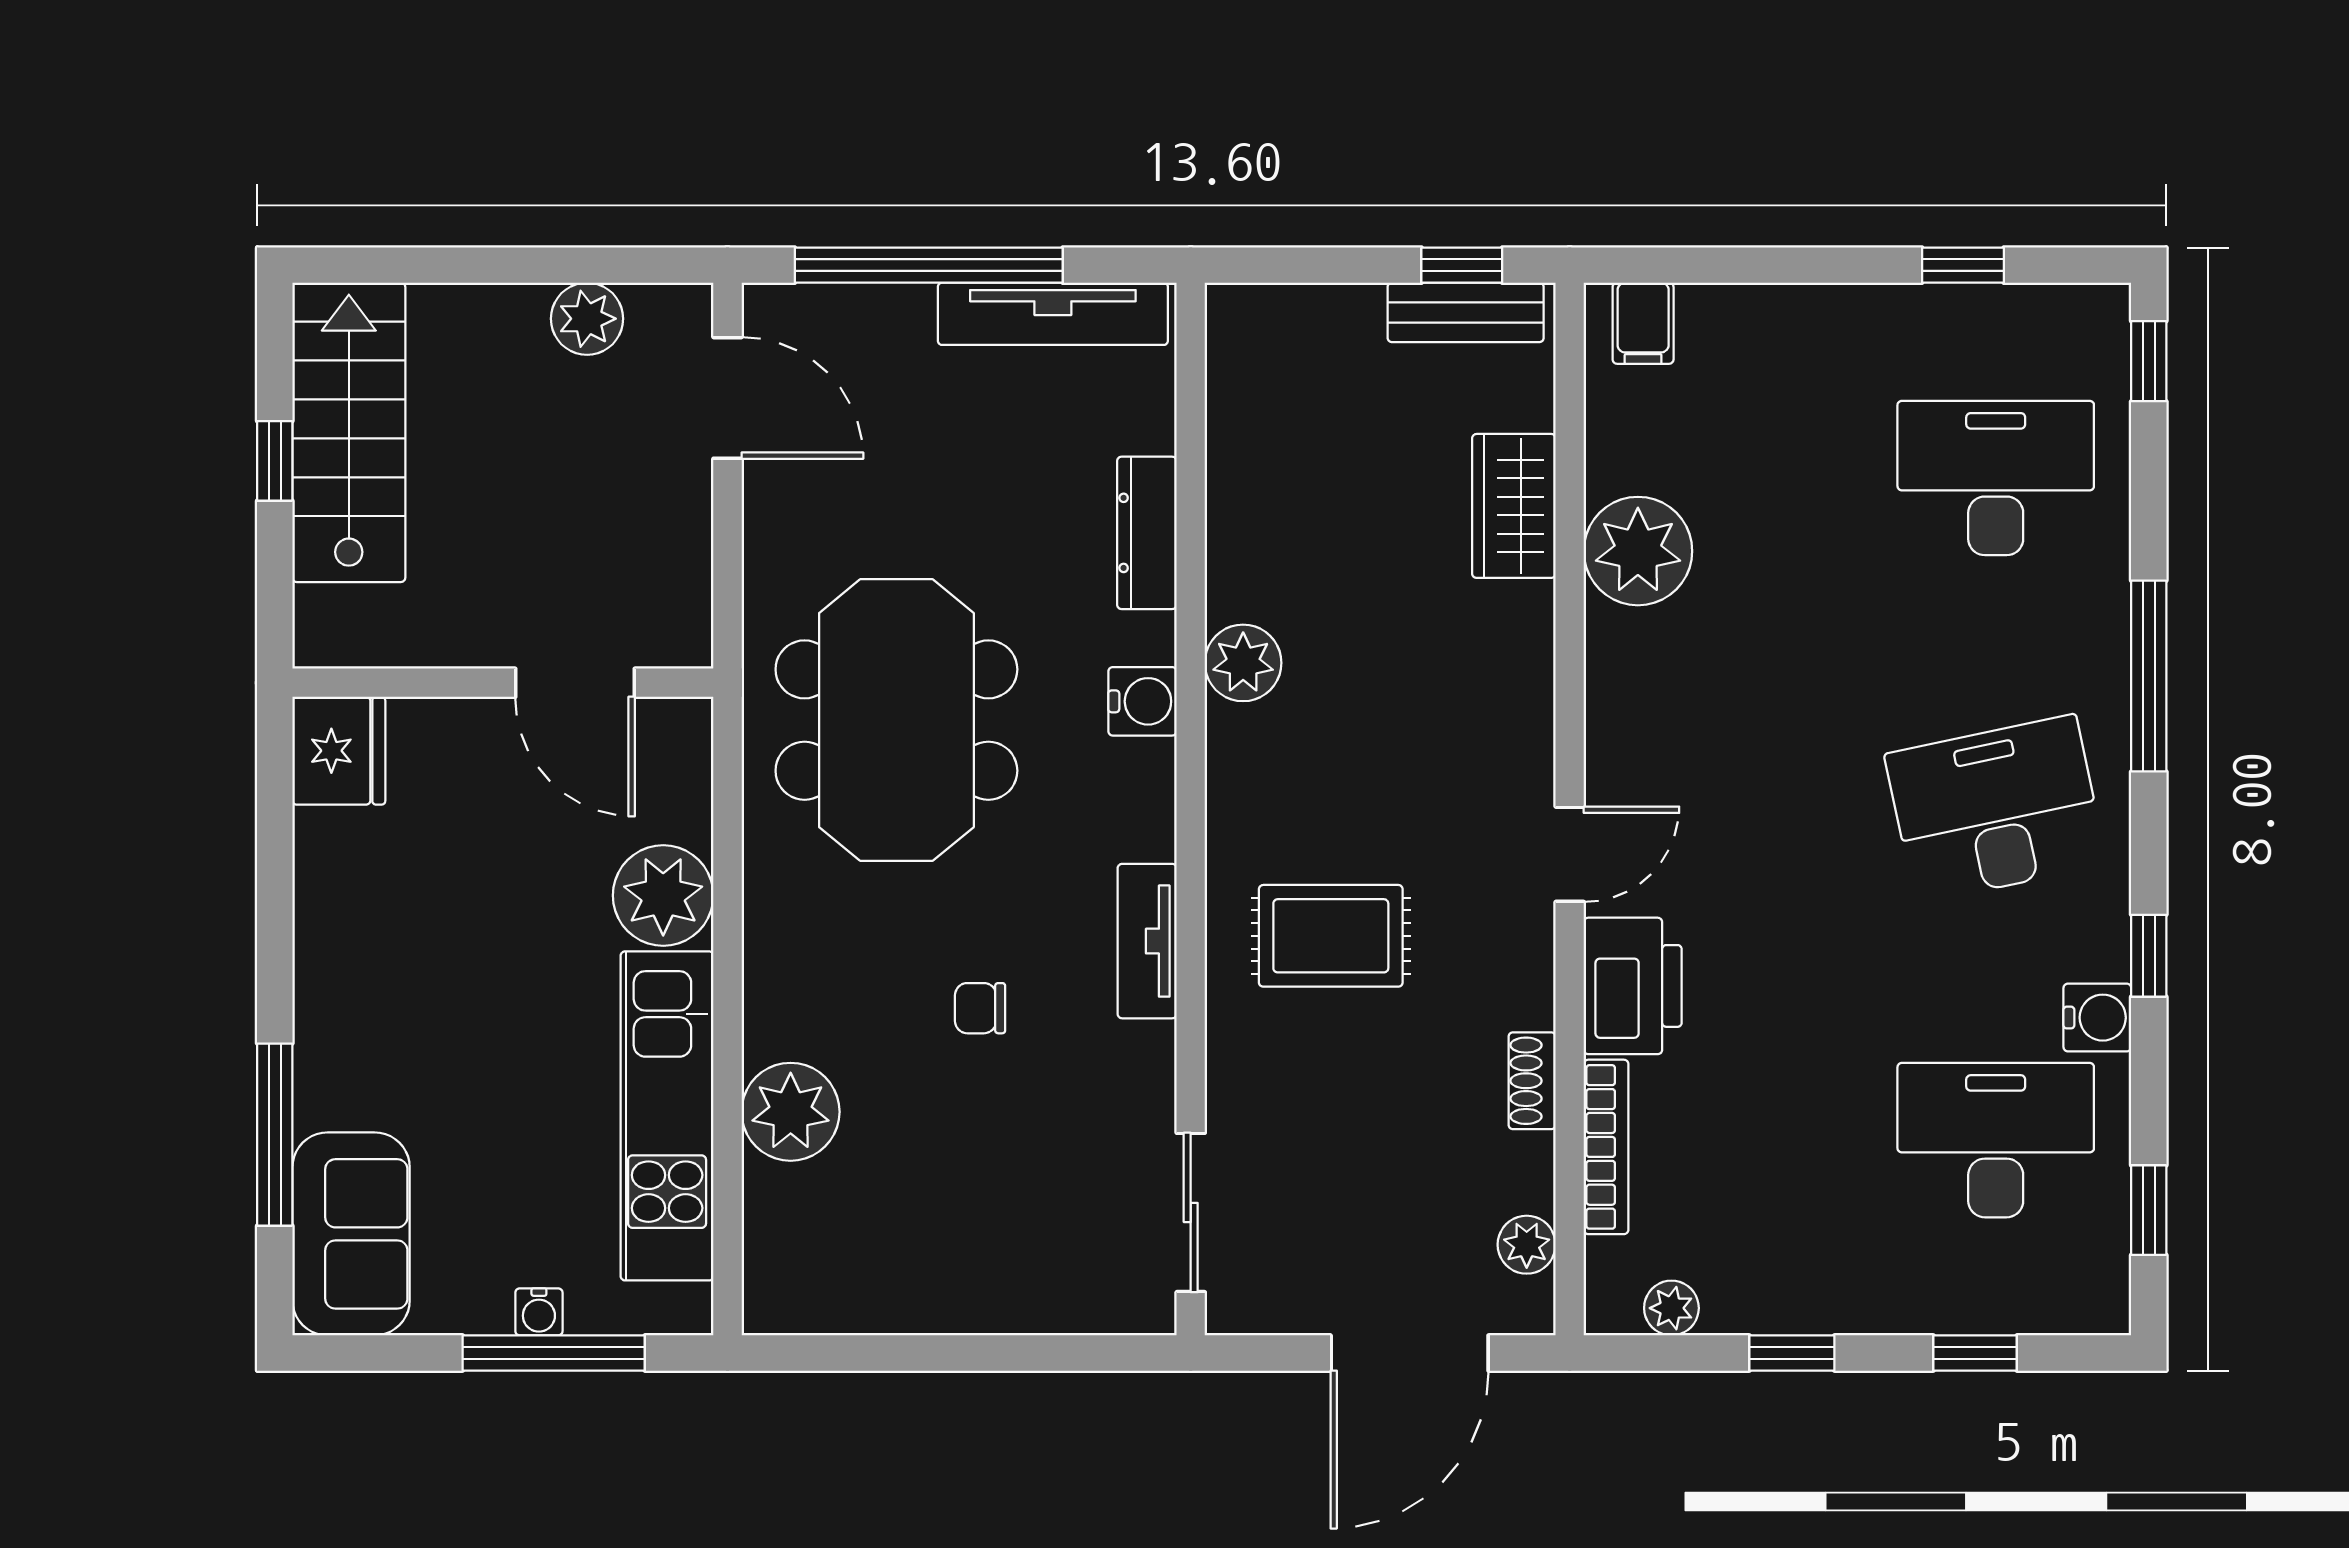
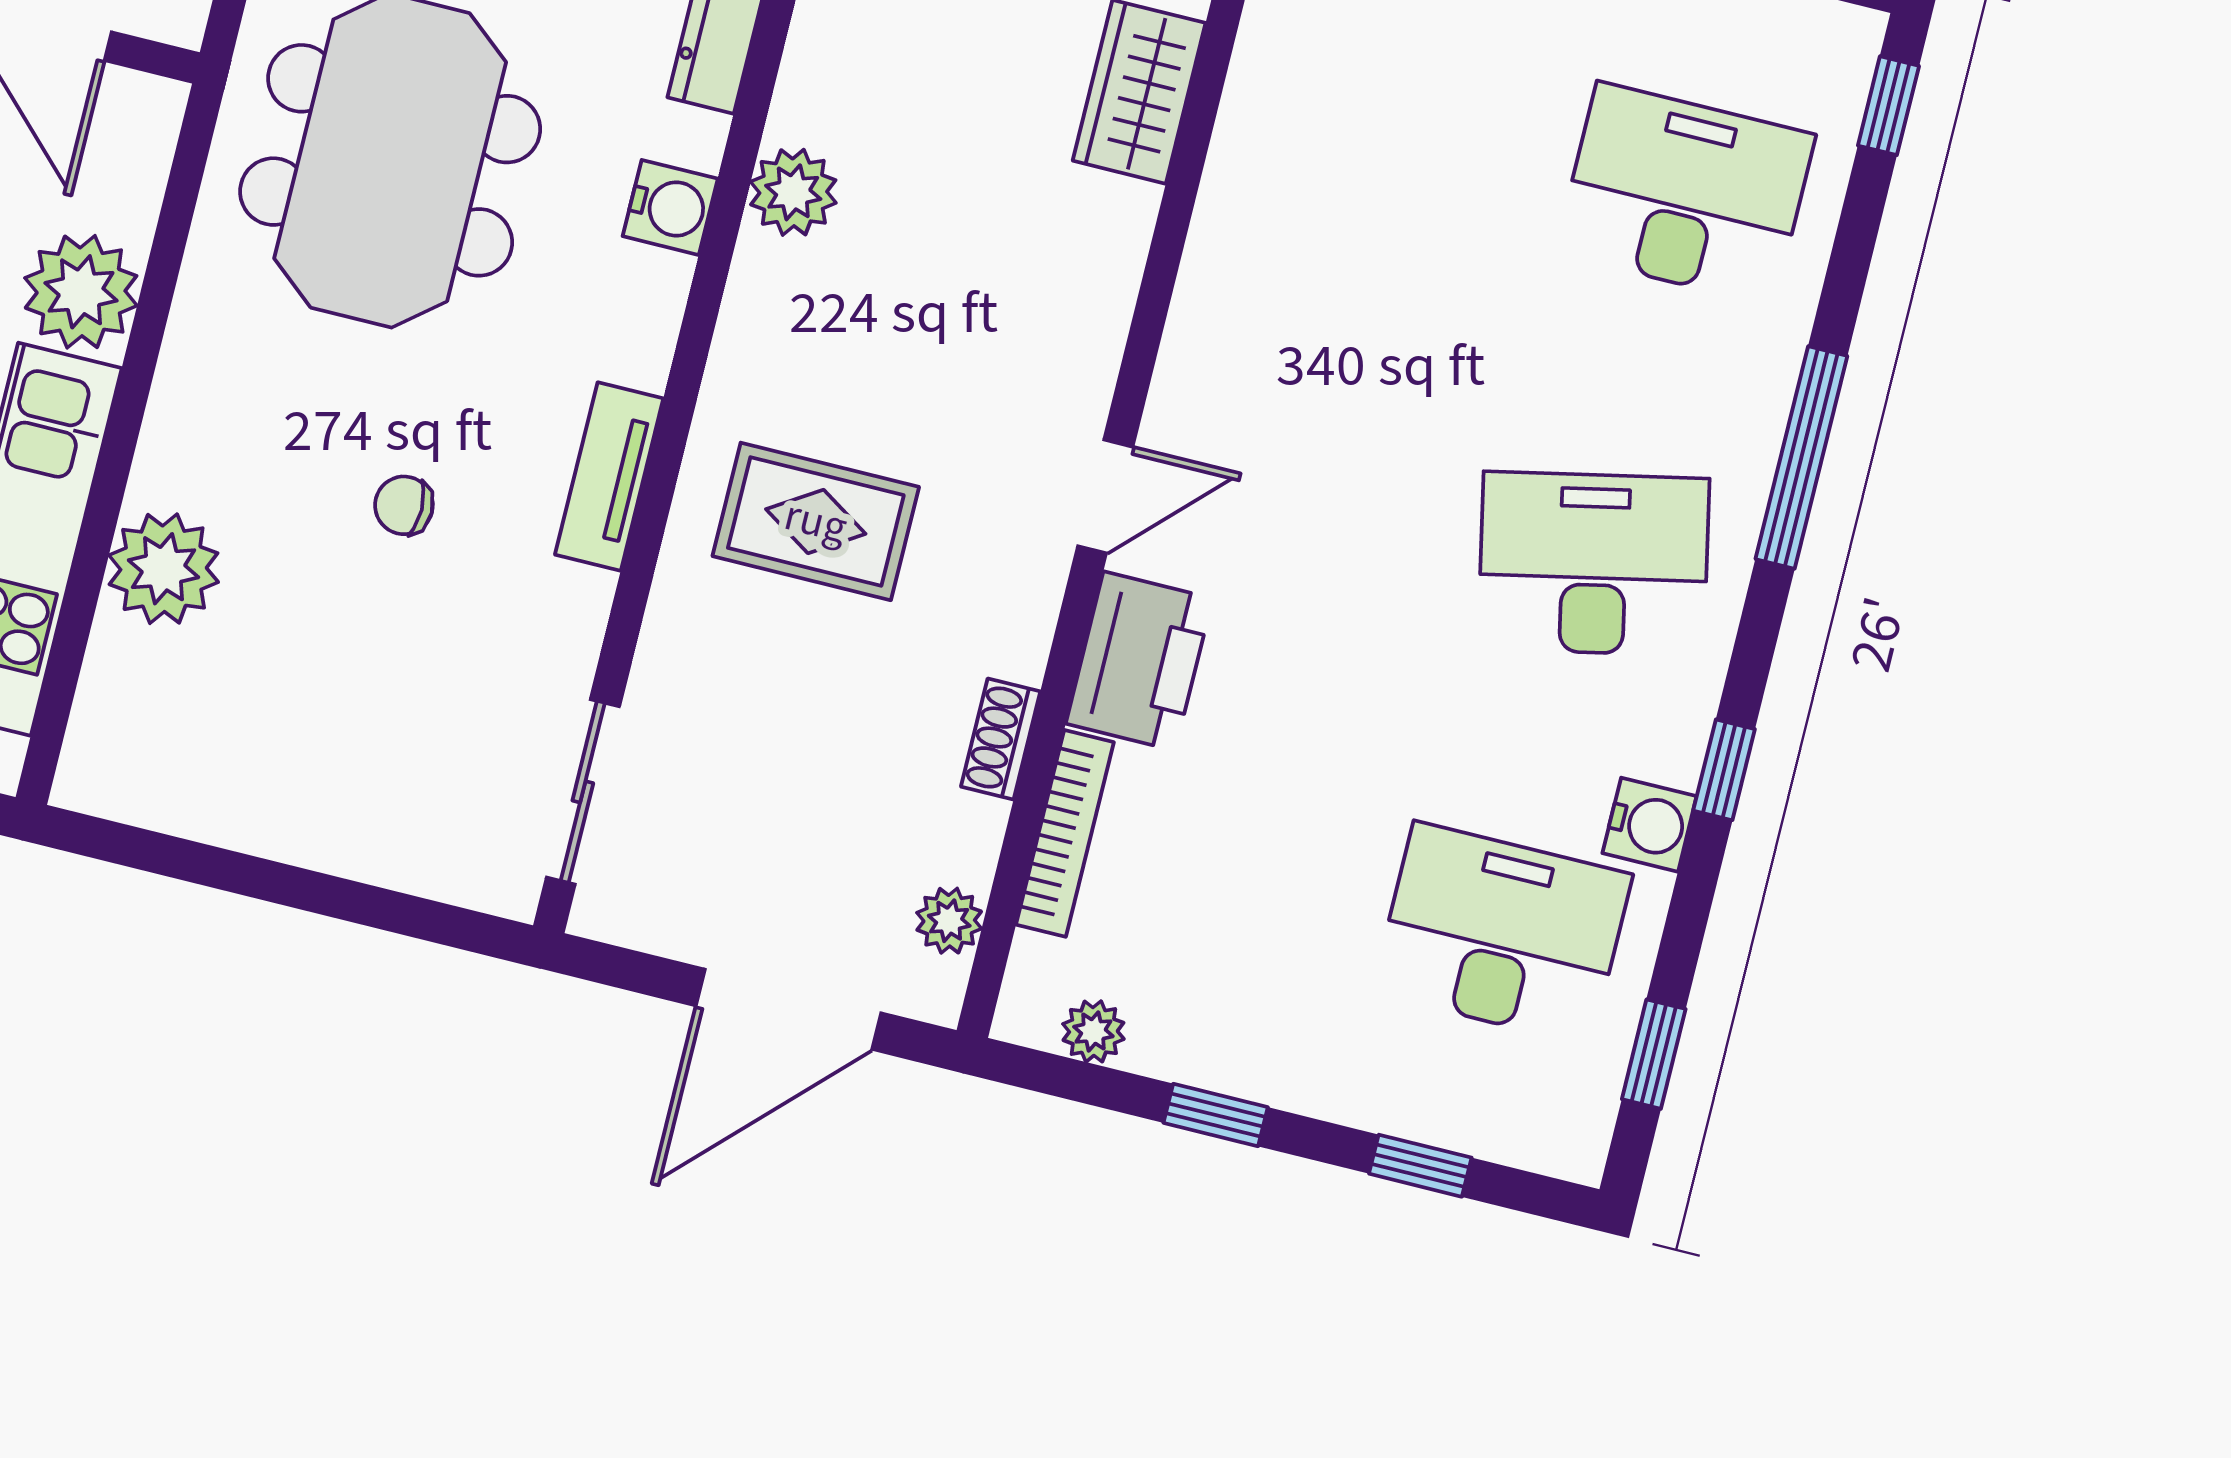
plant: (1638, 551) -> (1265, 176), removed

